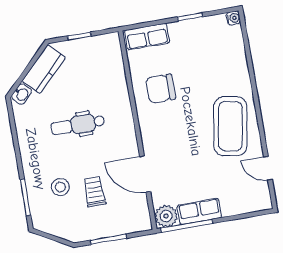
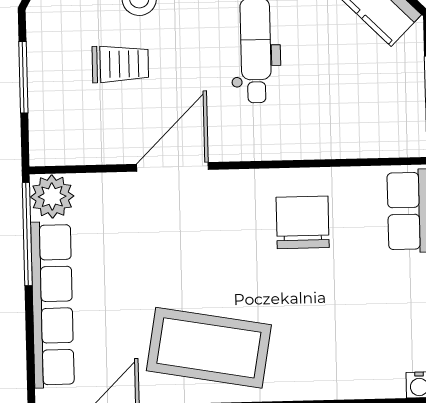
door: (145, 174) -> (173, 167), moved
row of seats: (199, 211) -> (52, 305), width x2.02

